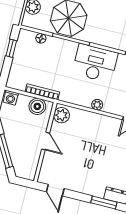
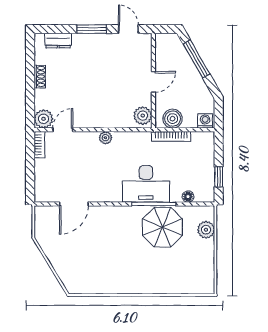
desk: (95, 63) -> (146, 184), moved
door: (46, 141) -> (153, 82), swing flipped
window: (104, 203) -> (92, 29), moved

